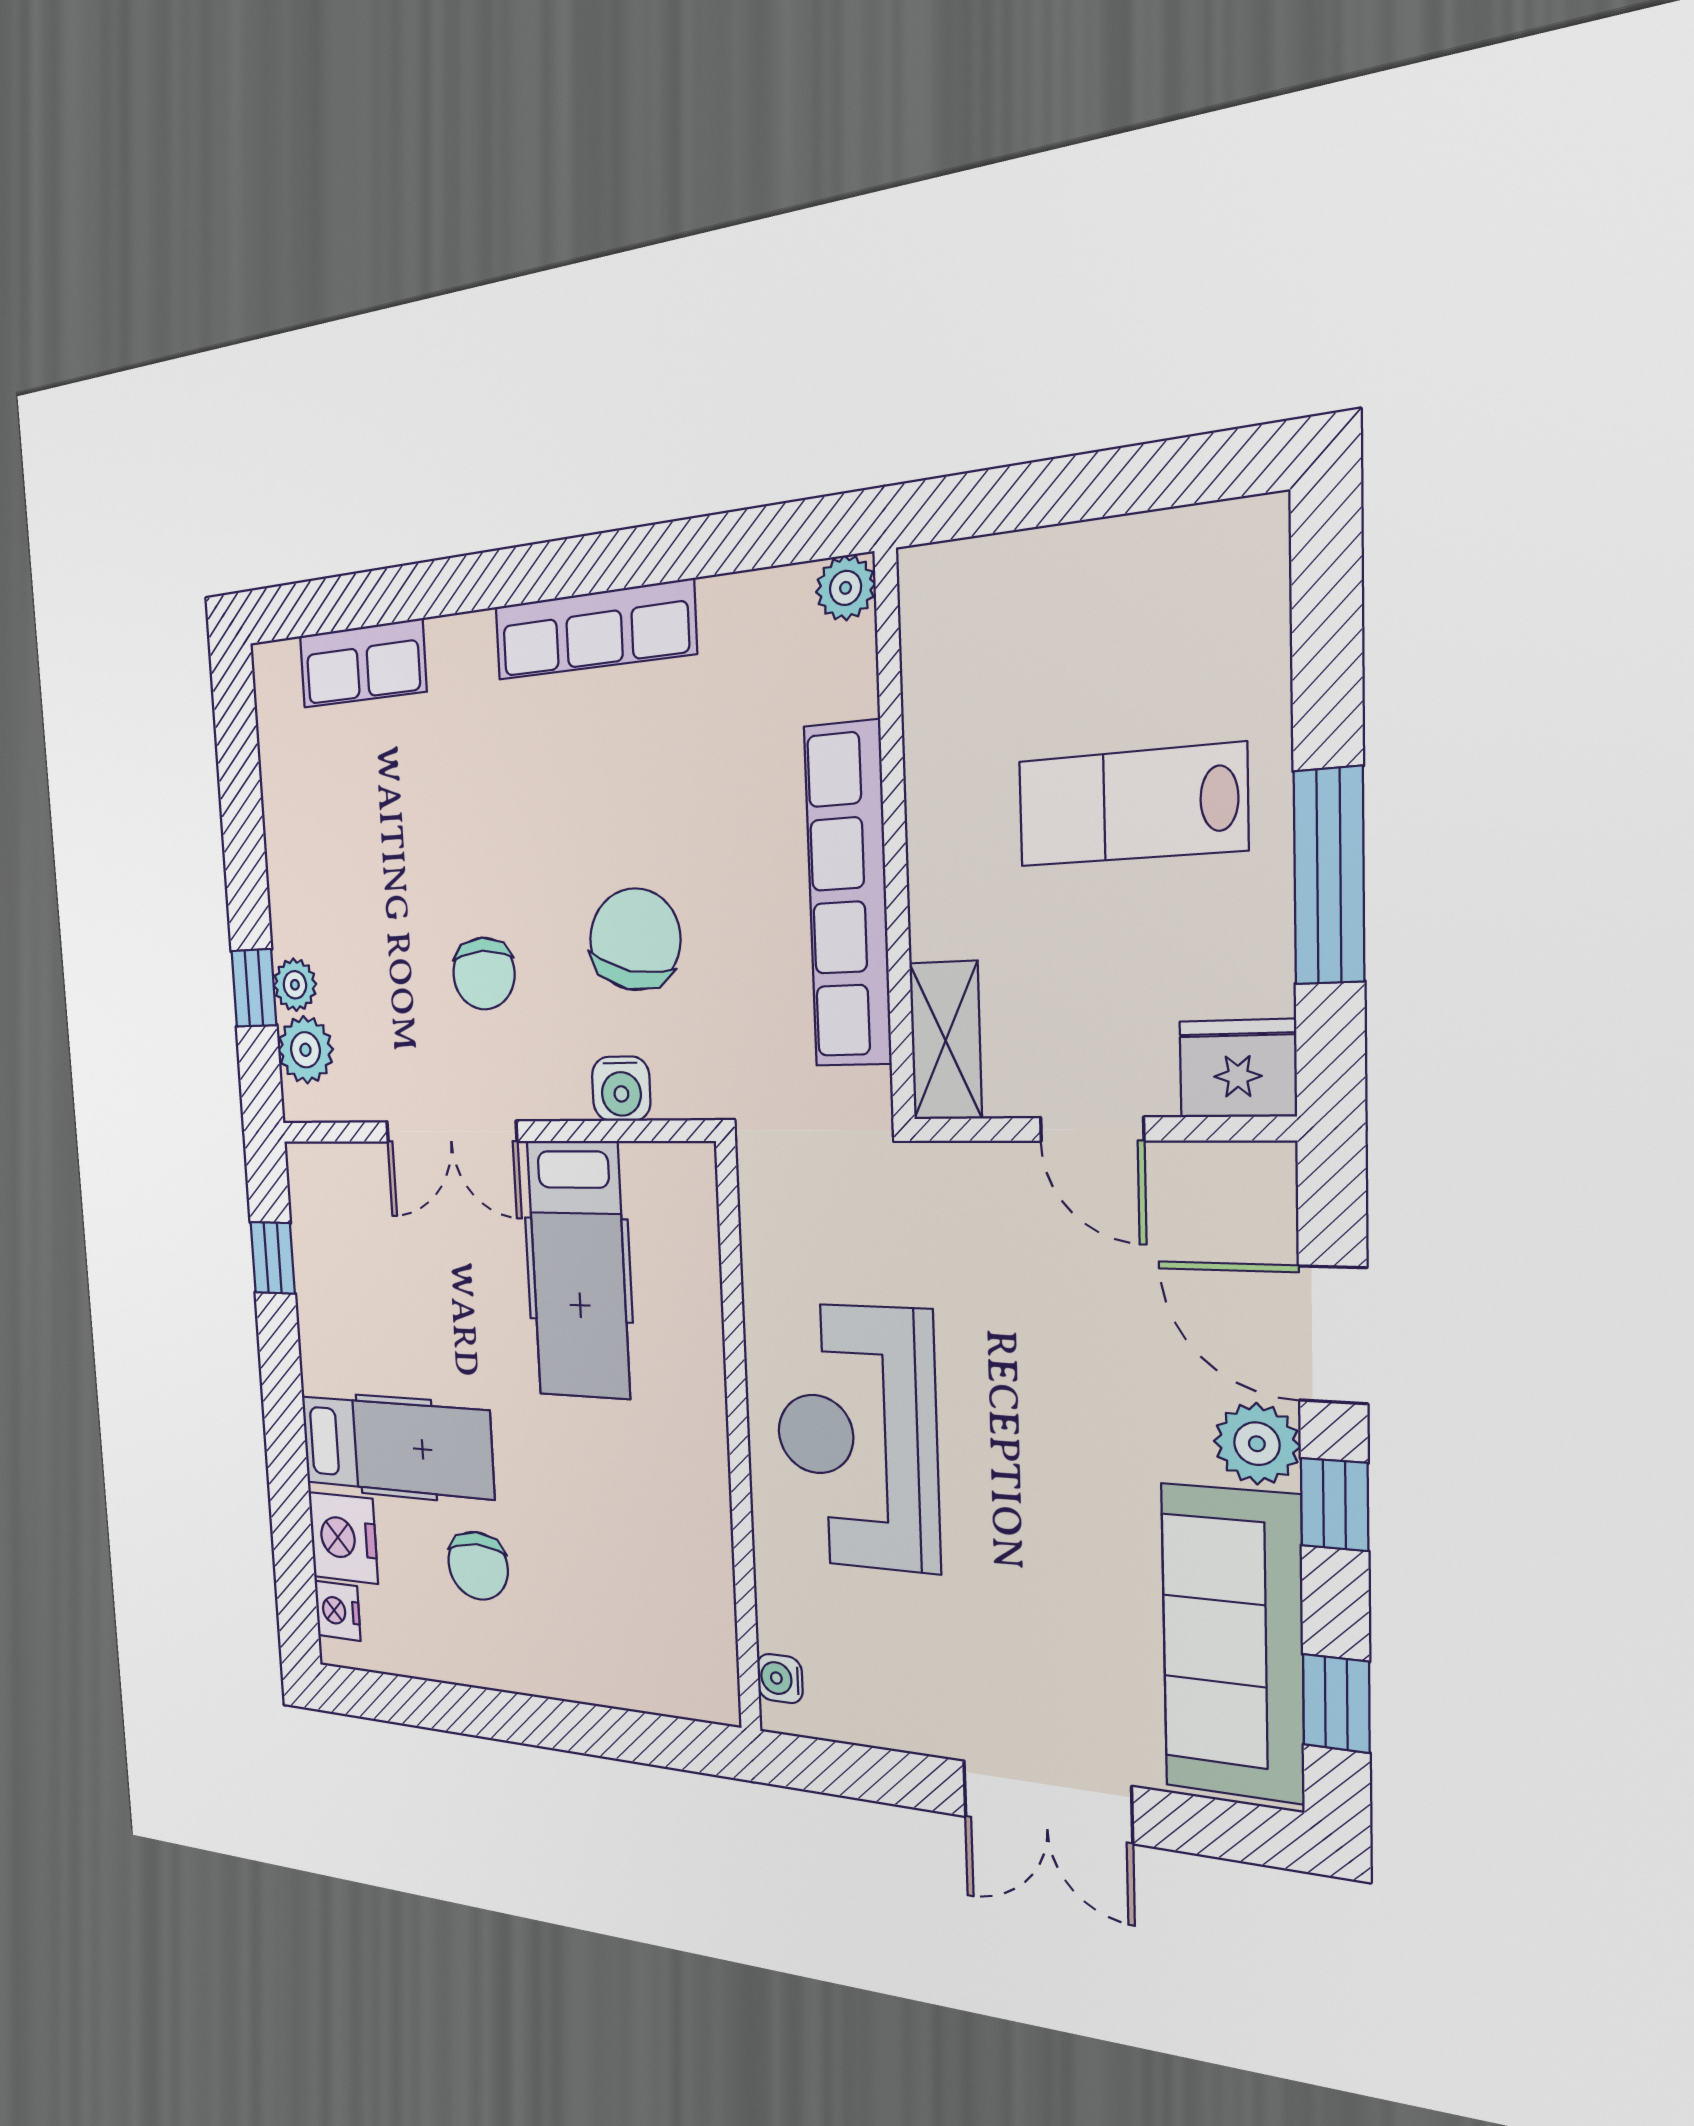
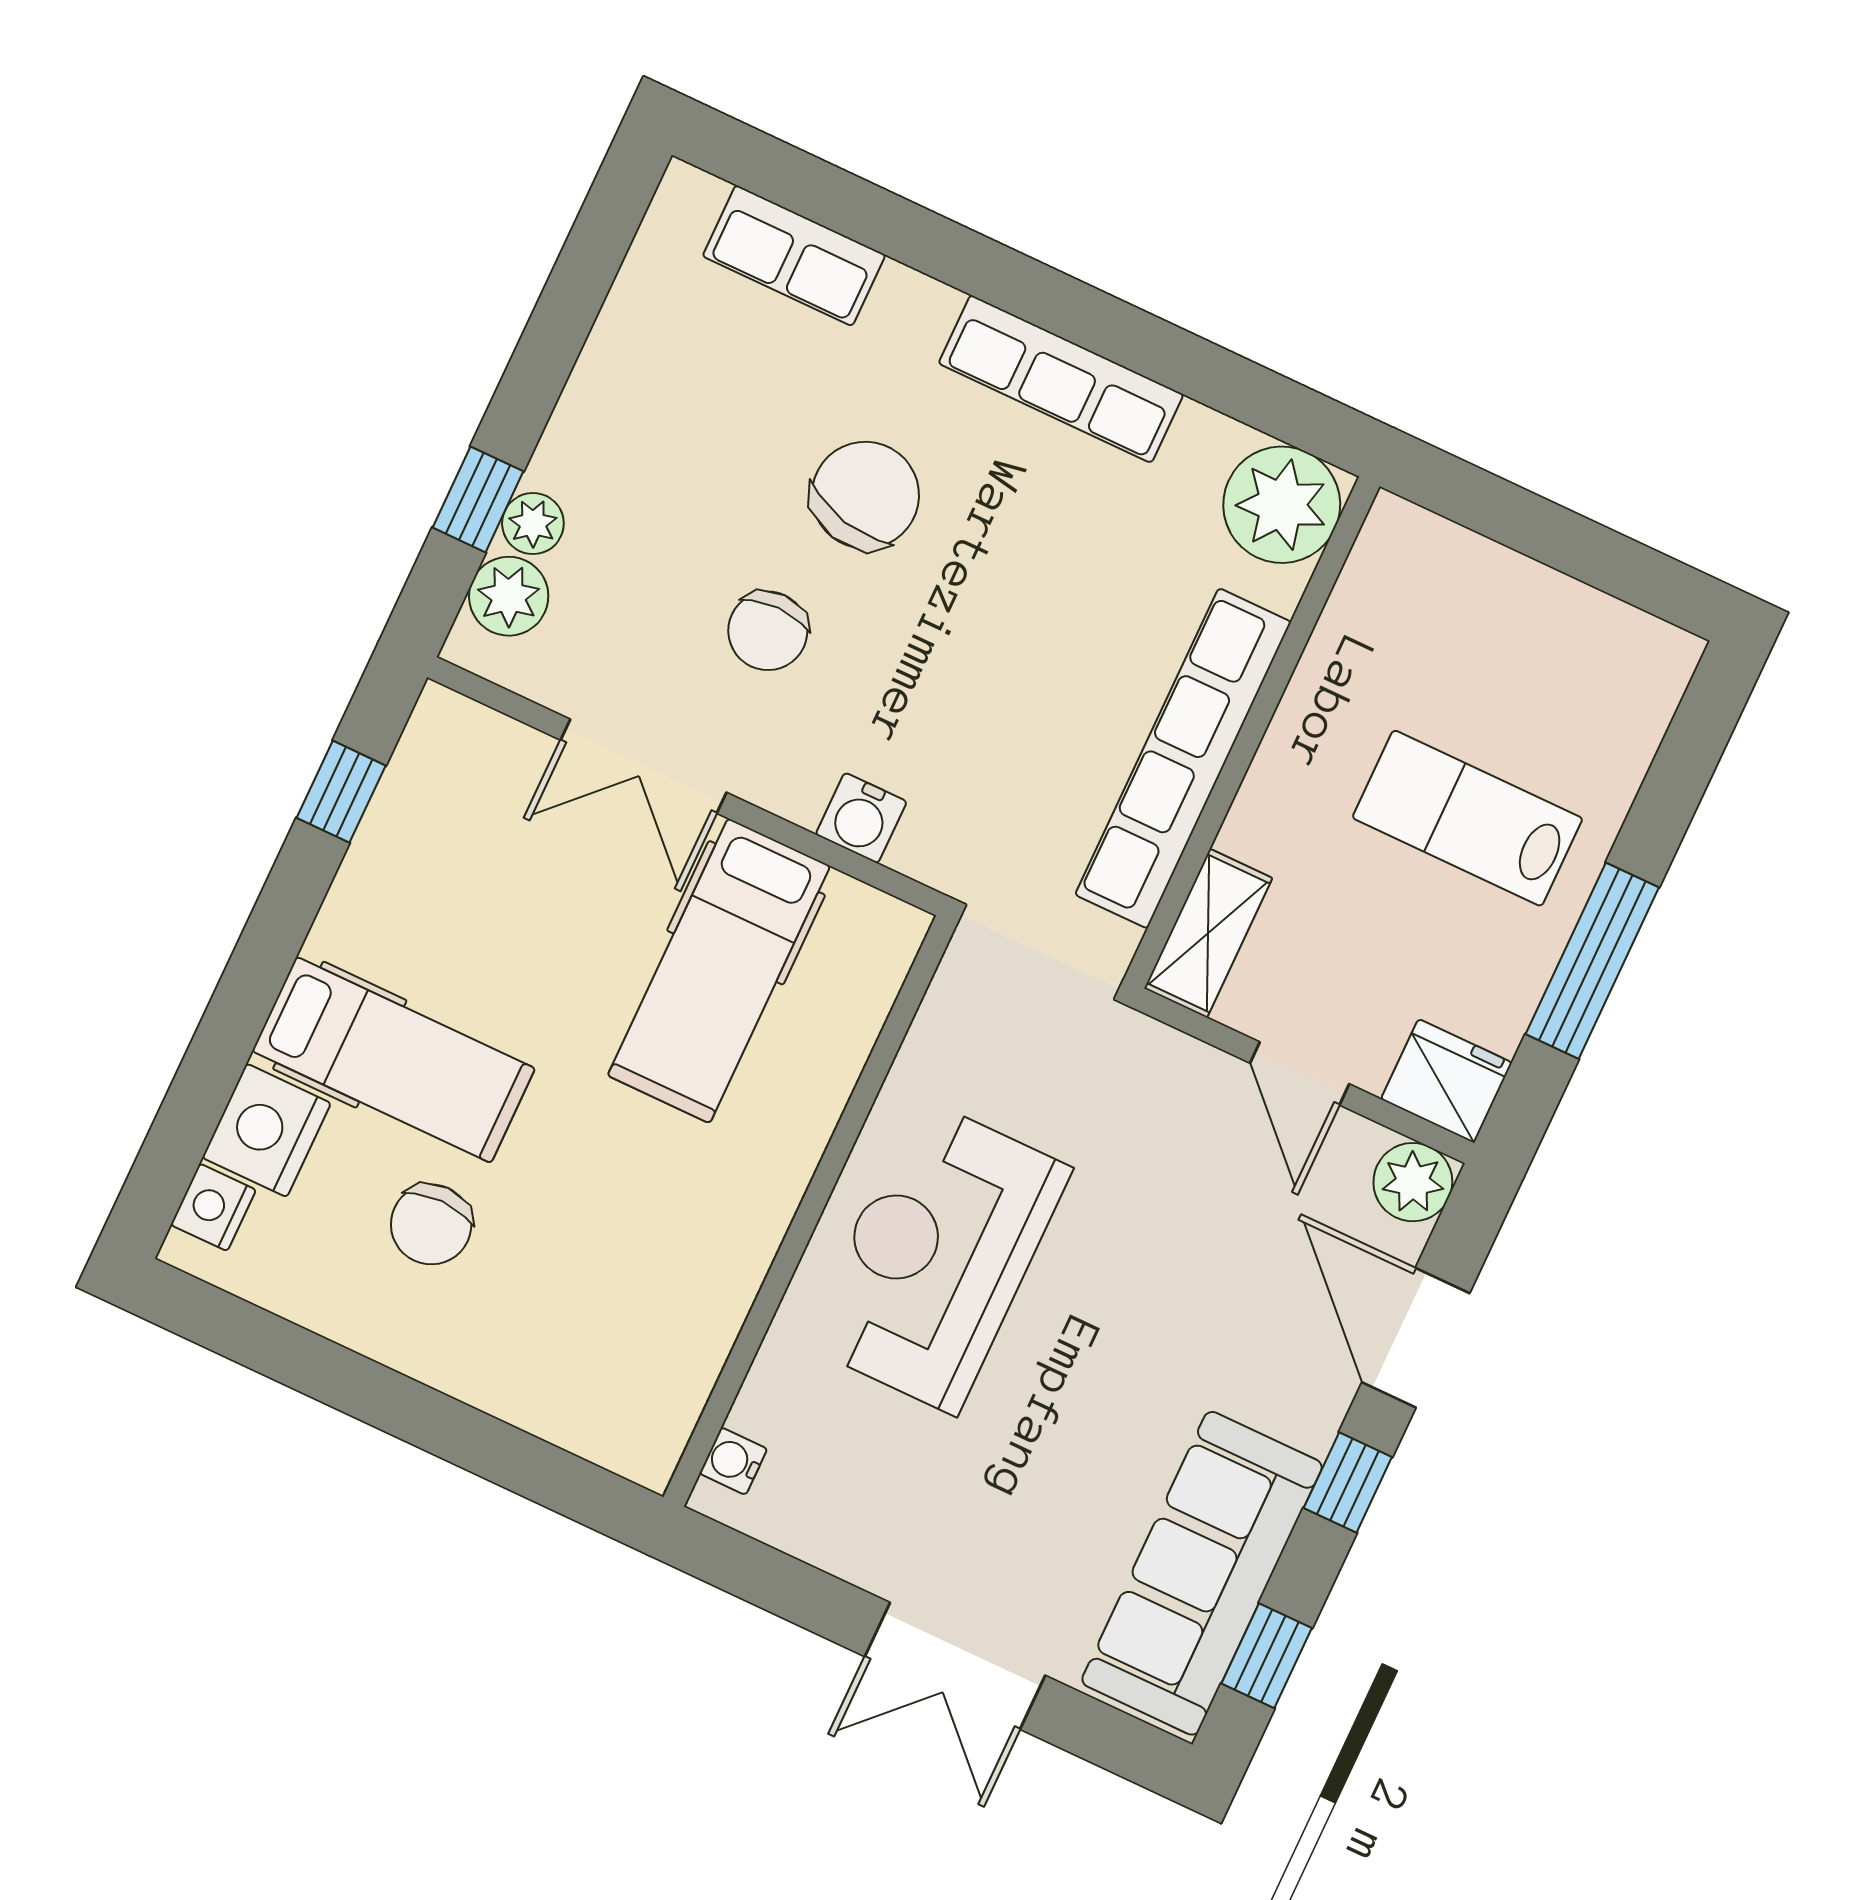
plant: (846, 588) -> (1282, 505), width x1.87, depth x1.87
chair: (635, 939) -> (865, 495), moved
plant: (1257, 1444) -> (1413, 1182), moved

